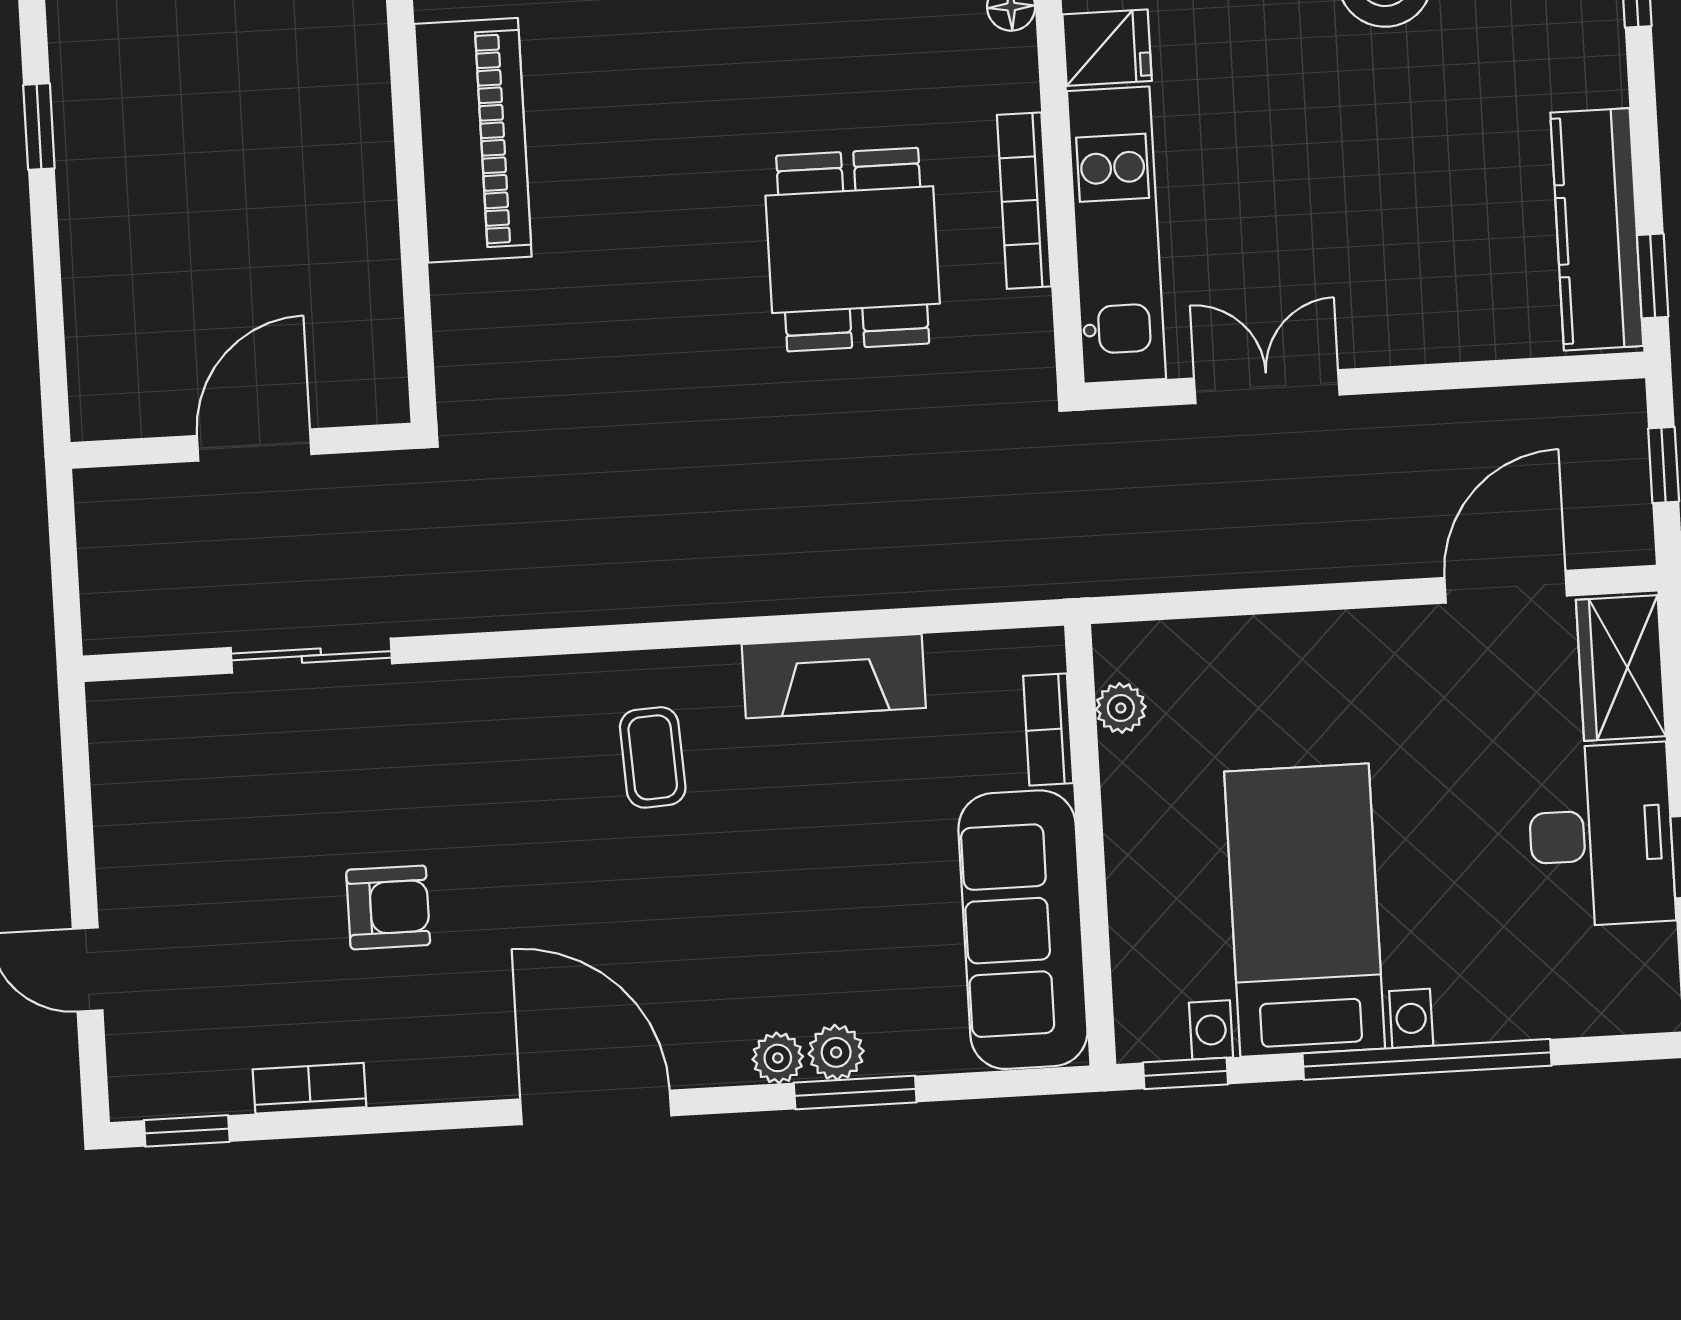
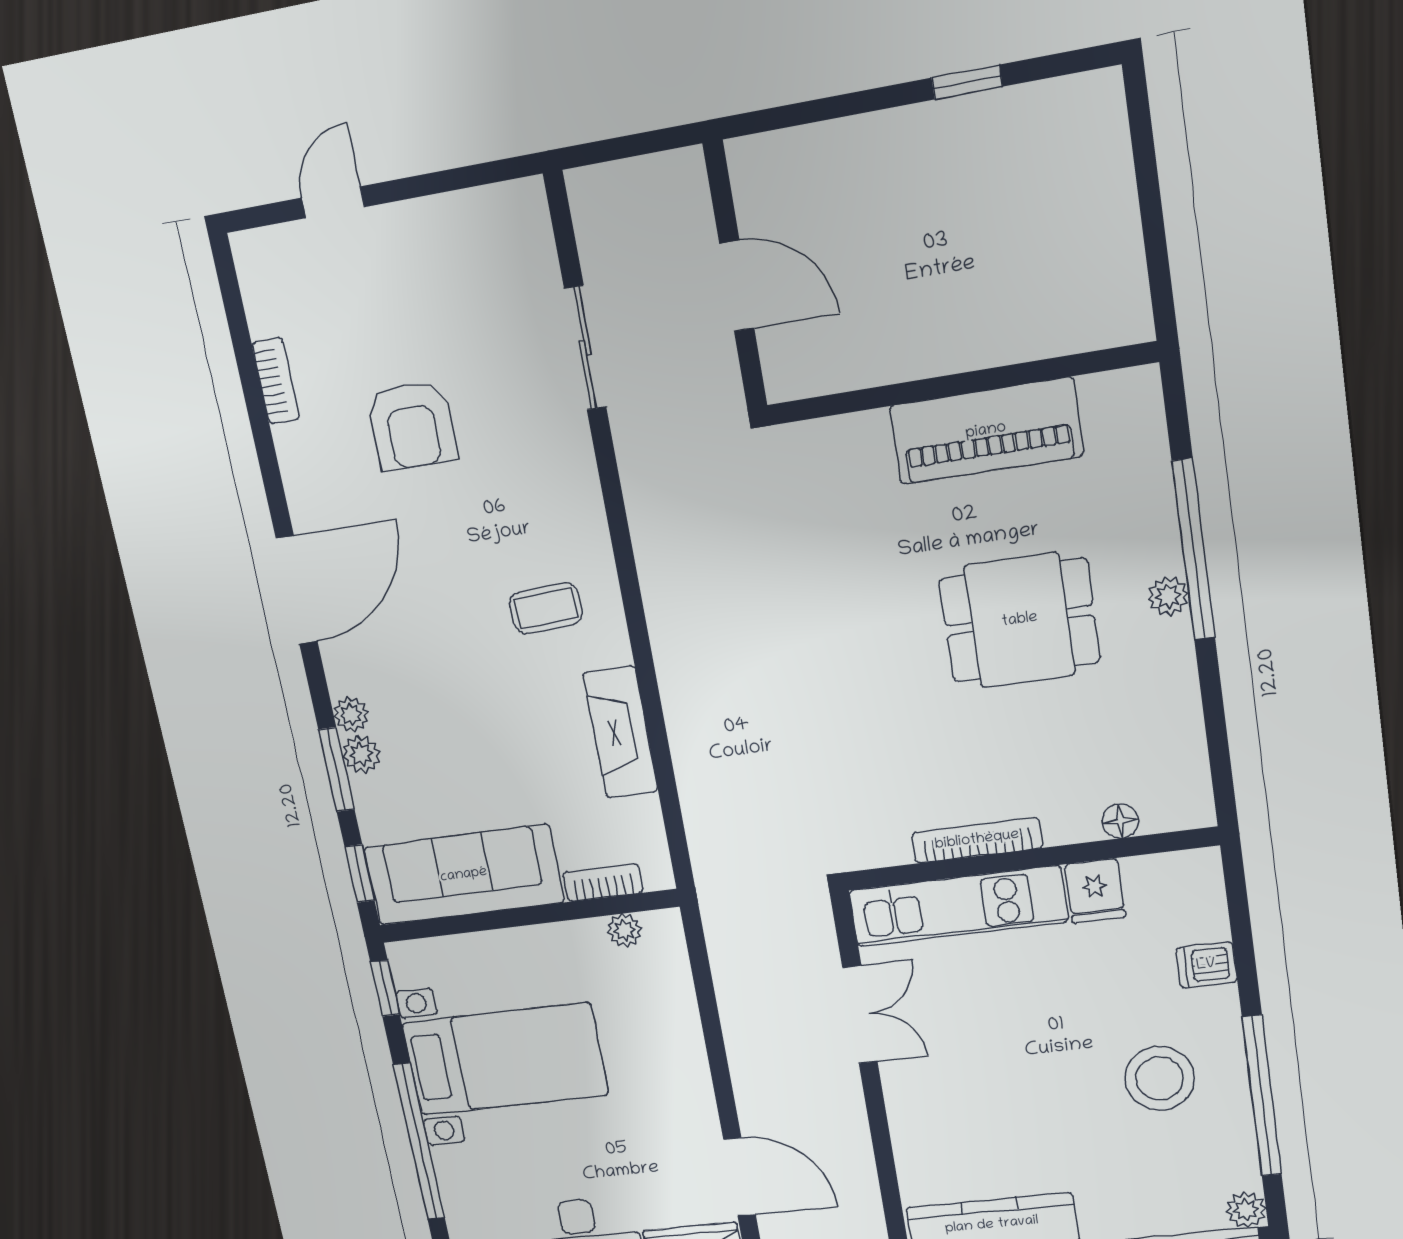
dining table: (853, 250) -> (1020, 620), moved
armchair: (388, 907) -> (412, 426), width x1.38, depth x1.38
window: (187, 1131) -> (360, 873), moved

